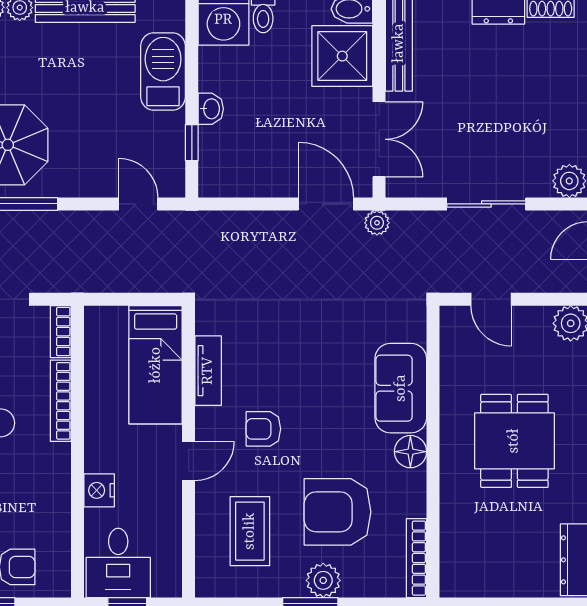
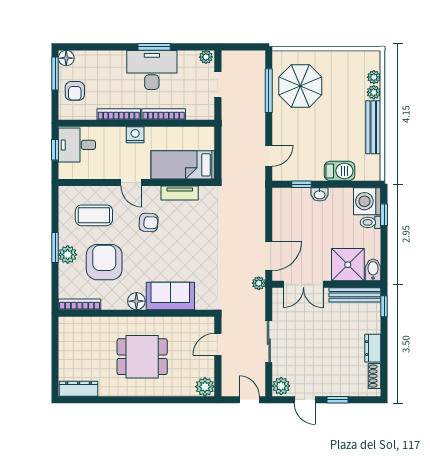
barbecue: (163, 71) -> (340, 171), width x0.73, depth x0.83
bookcase: (61, 332) -> (119, 114), moved, width x1.56
armchair: (263, 429) -> (149, 222), turned 94
nightstand: (99, 490) -> (135, 135), moved

